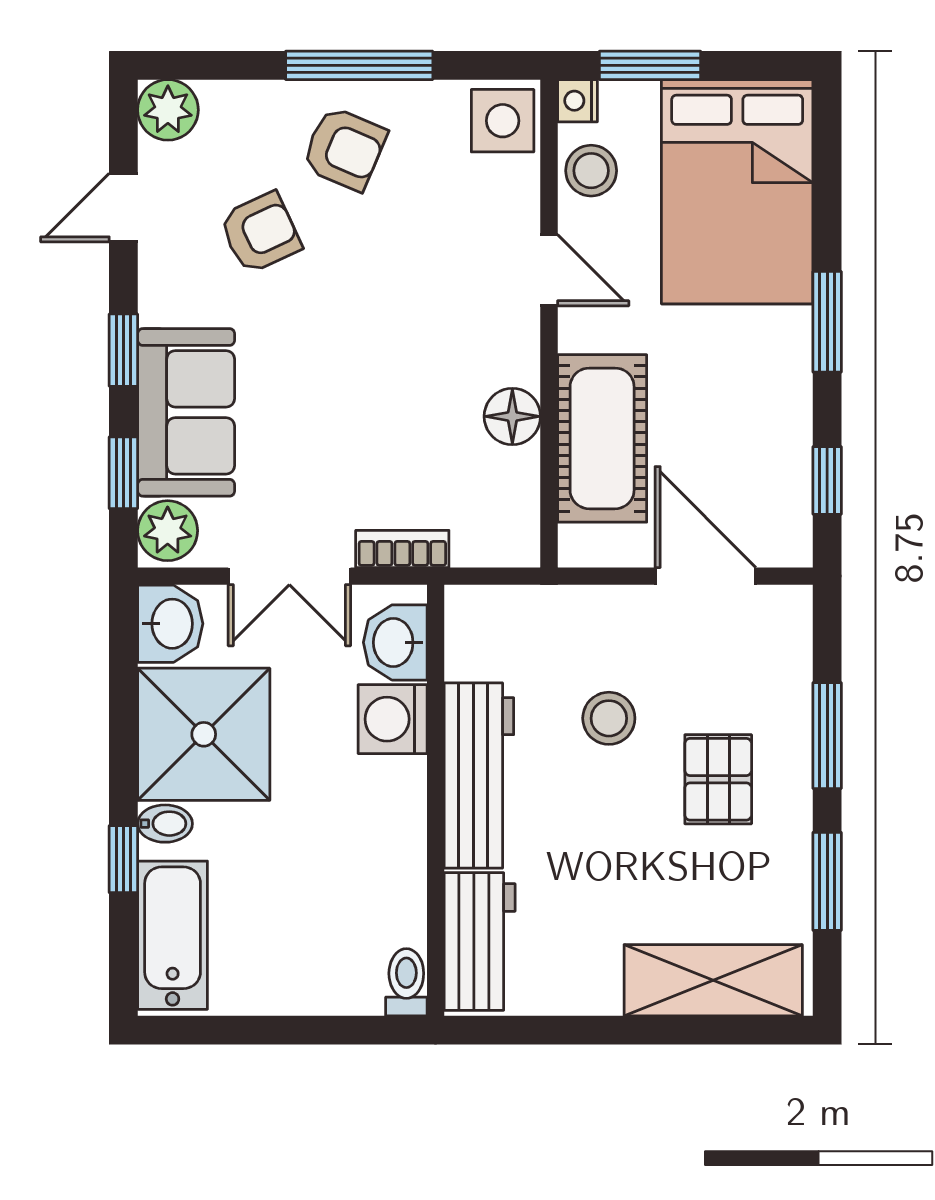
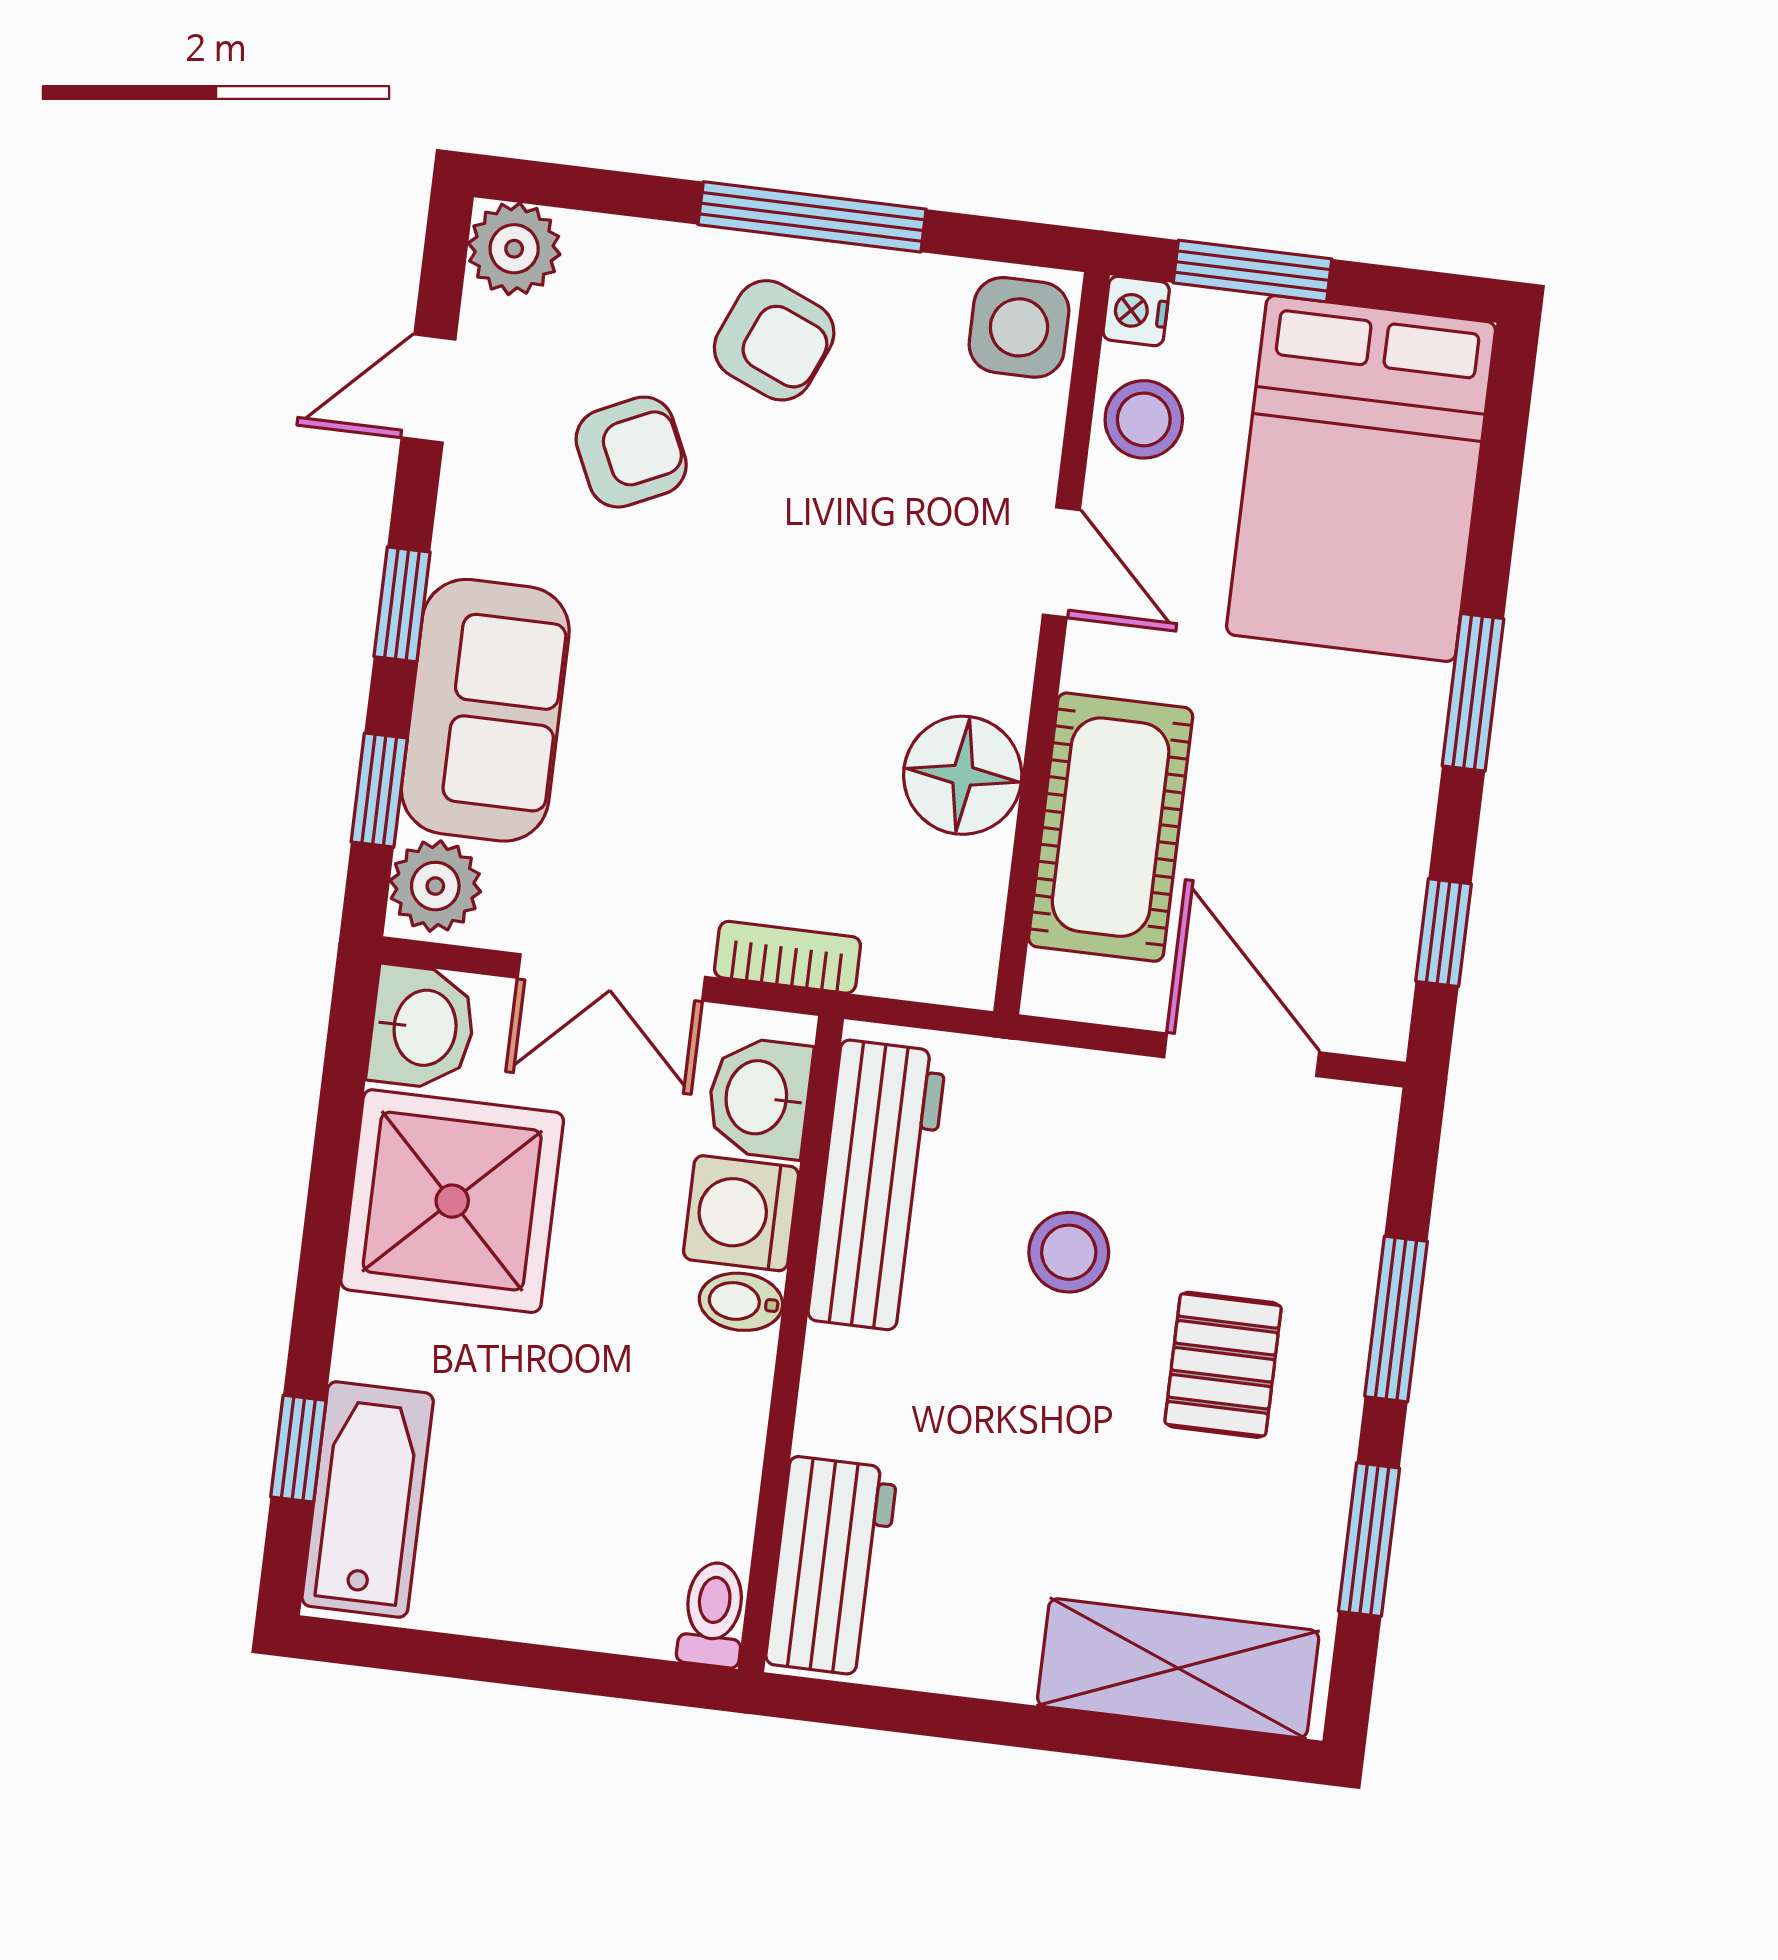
floor lamp: (512, 416) -> (963, 775), width x1.38, depth x1.38
workbench: (479, 776) -> (877, 1186), moved
bidet: (165, 824) -> (741, 1302), moved, turned 180
window: (123, 859) -> (298, 1449), moved

